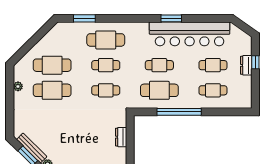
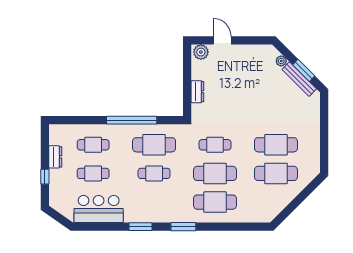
window: (84, 18) -> (183, 227), moved
bar counter: (190, 34) -> (99, 209), width x0.54
cafe table: (106, 65) -> (215, 173), width x1.37, depth x1.35
dresser: (246, 65) -> (55, 157), moved
plant: (18, 86) -> (315, 149), removed

